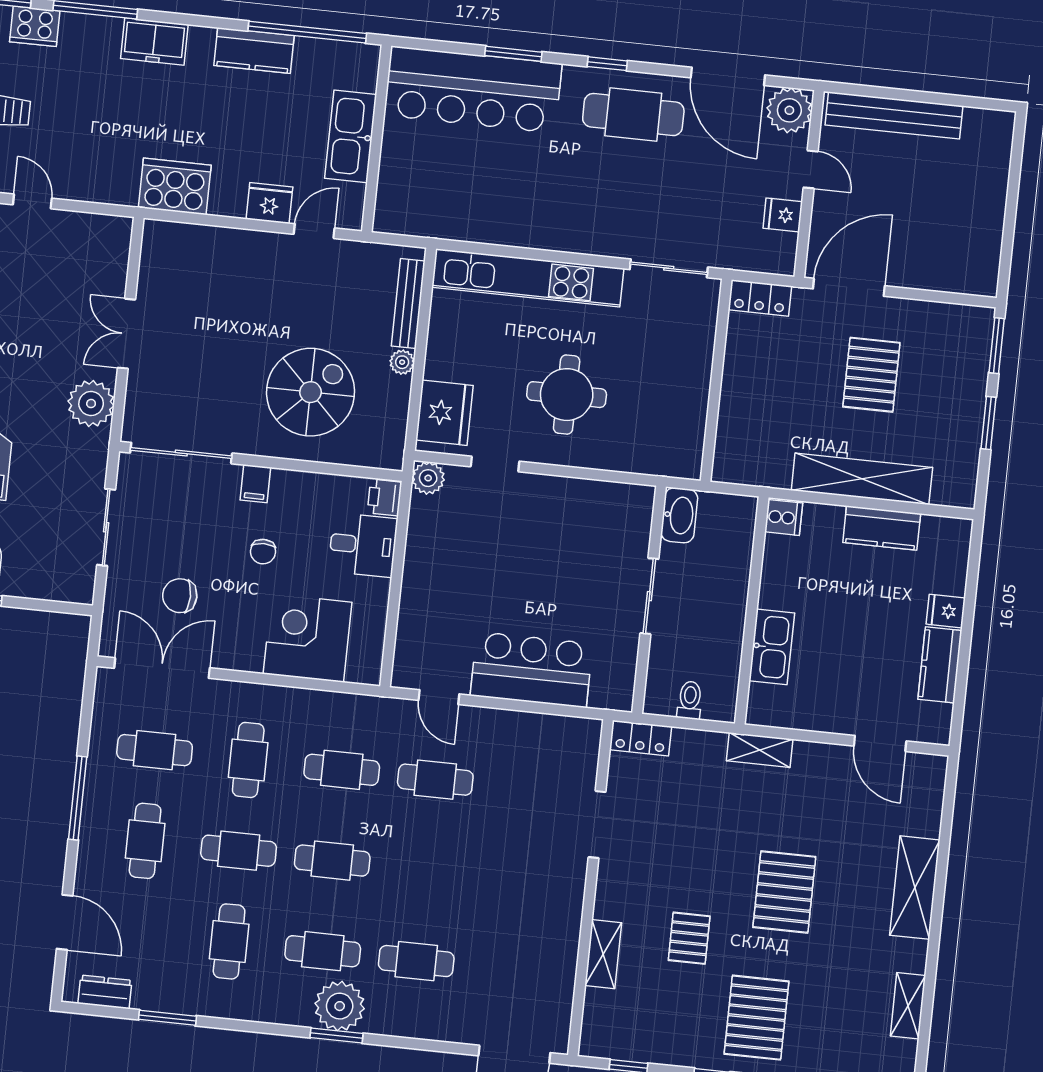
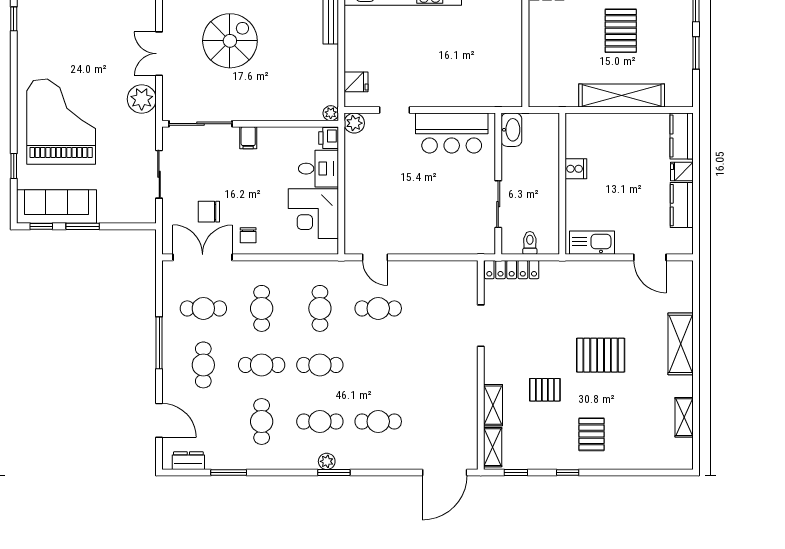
plant: (402, 362) -> (331, 113), moved
spiral stairs: (311, 392) -> (230, 41), moved
round table: (567, 395) -> (434, 63), removed
fridge: (444, 413) -> (356, 82), width x0.53, depth x0.75
cooker: (784, 517) -> (576, 169), moved
kitchen counter: (882, 528) -> (682, 136), moved, turned 90
chair: (263, 552) -> (248, 235), moved
sliding door: (649, 596) -> (498, 204), moved
corner desk: (308, 638) -> (313, 214), moved, turned -90
kitchen sink: (772, 647) -> (592, 243), moved, turned -90
bar counter: (531, 670) -> (452, 133), moved, turned 180
locker: (641, 738) -> (512, 270), width x1.53
shelving: (760, 750) -> (493, 447), moved, turned 90
cafe table: (342, 770) -> (320, 308), turned 90
pallet: (784, 892) -> (601, 355), turned 90
pallet: (689, 938) -> (545, 390), turned 90
plant: (340, 1006) -> (327, 461), width x0.53, depth x0.53
pallet: (757, 1018) -> (592, 434), width x0.67, depth x0.71

